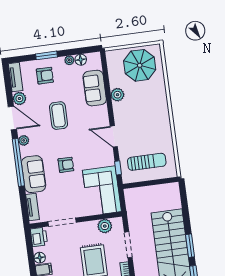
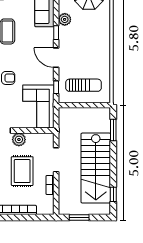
window: (110, 110) -> (56, 33), added
plant: (105, 226) -> (19, 140), moved
window: (190, 246) -> (113, 130), moved

